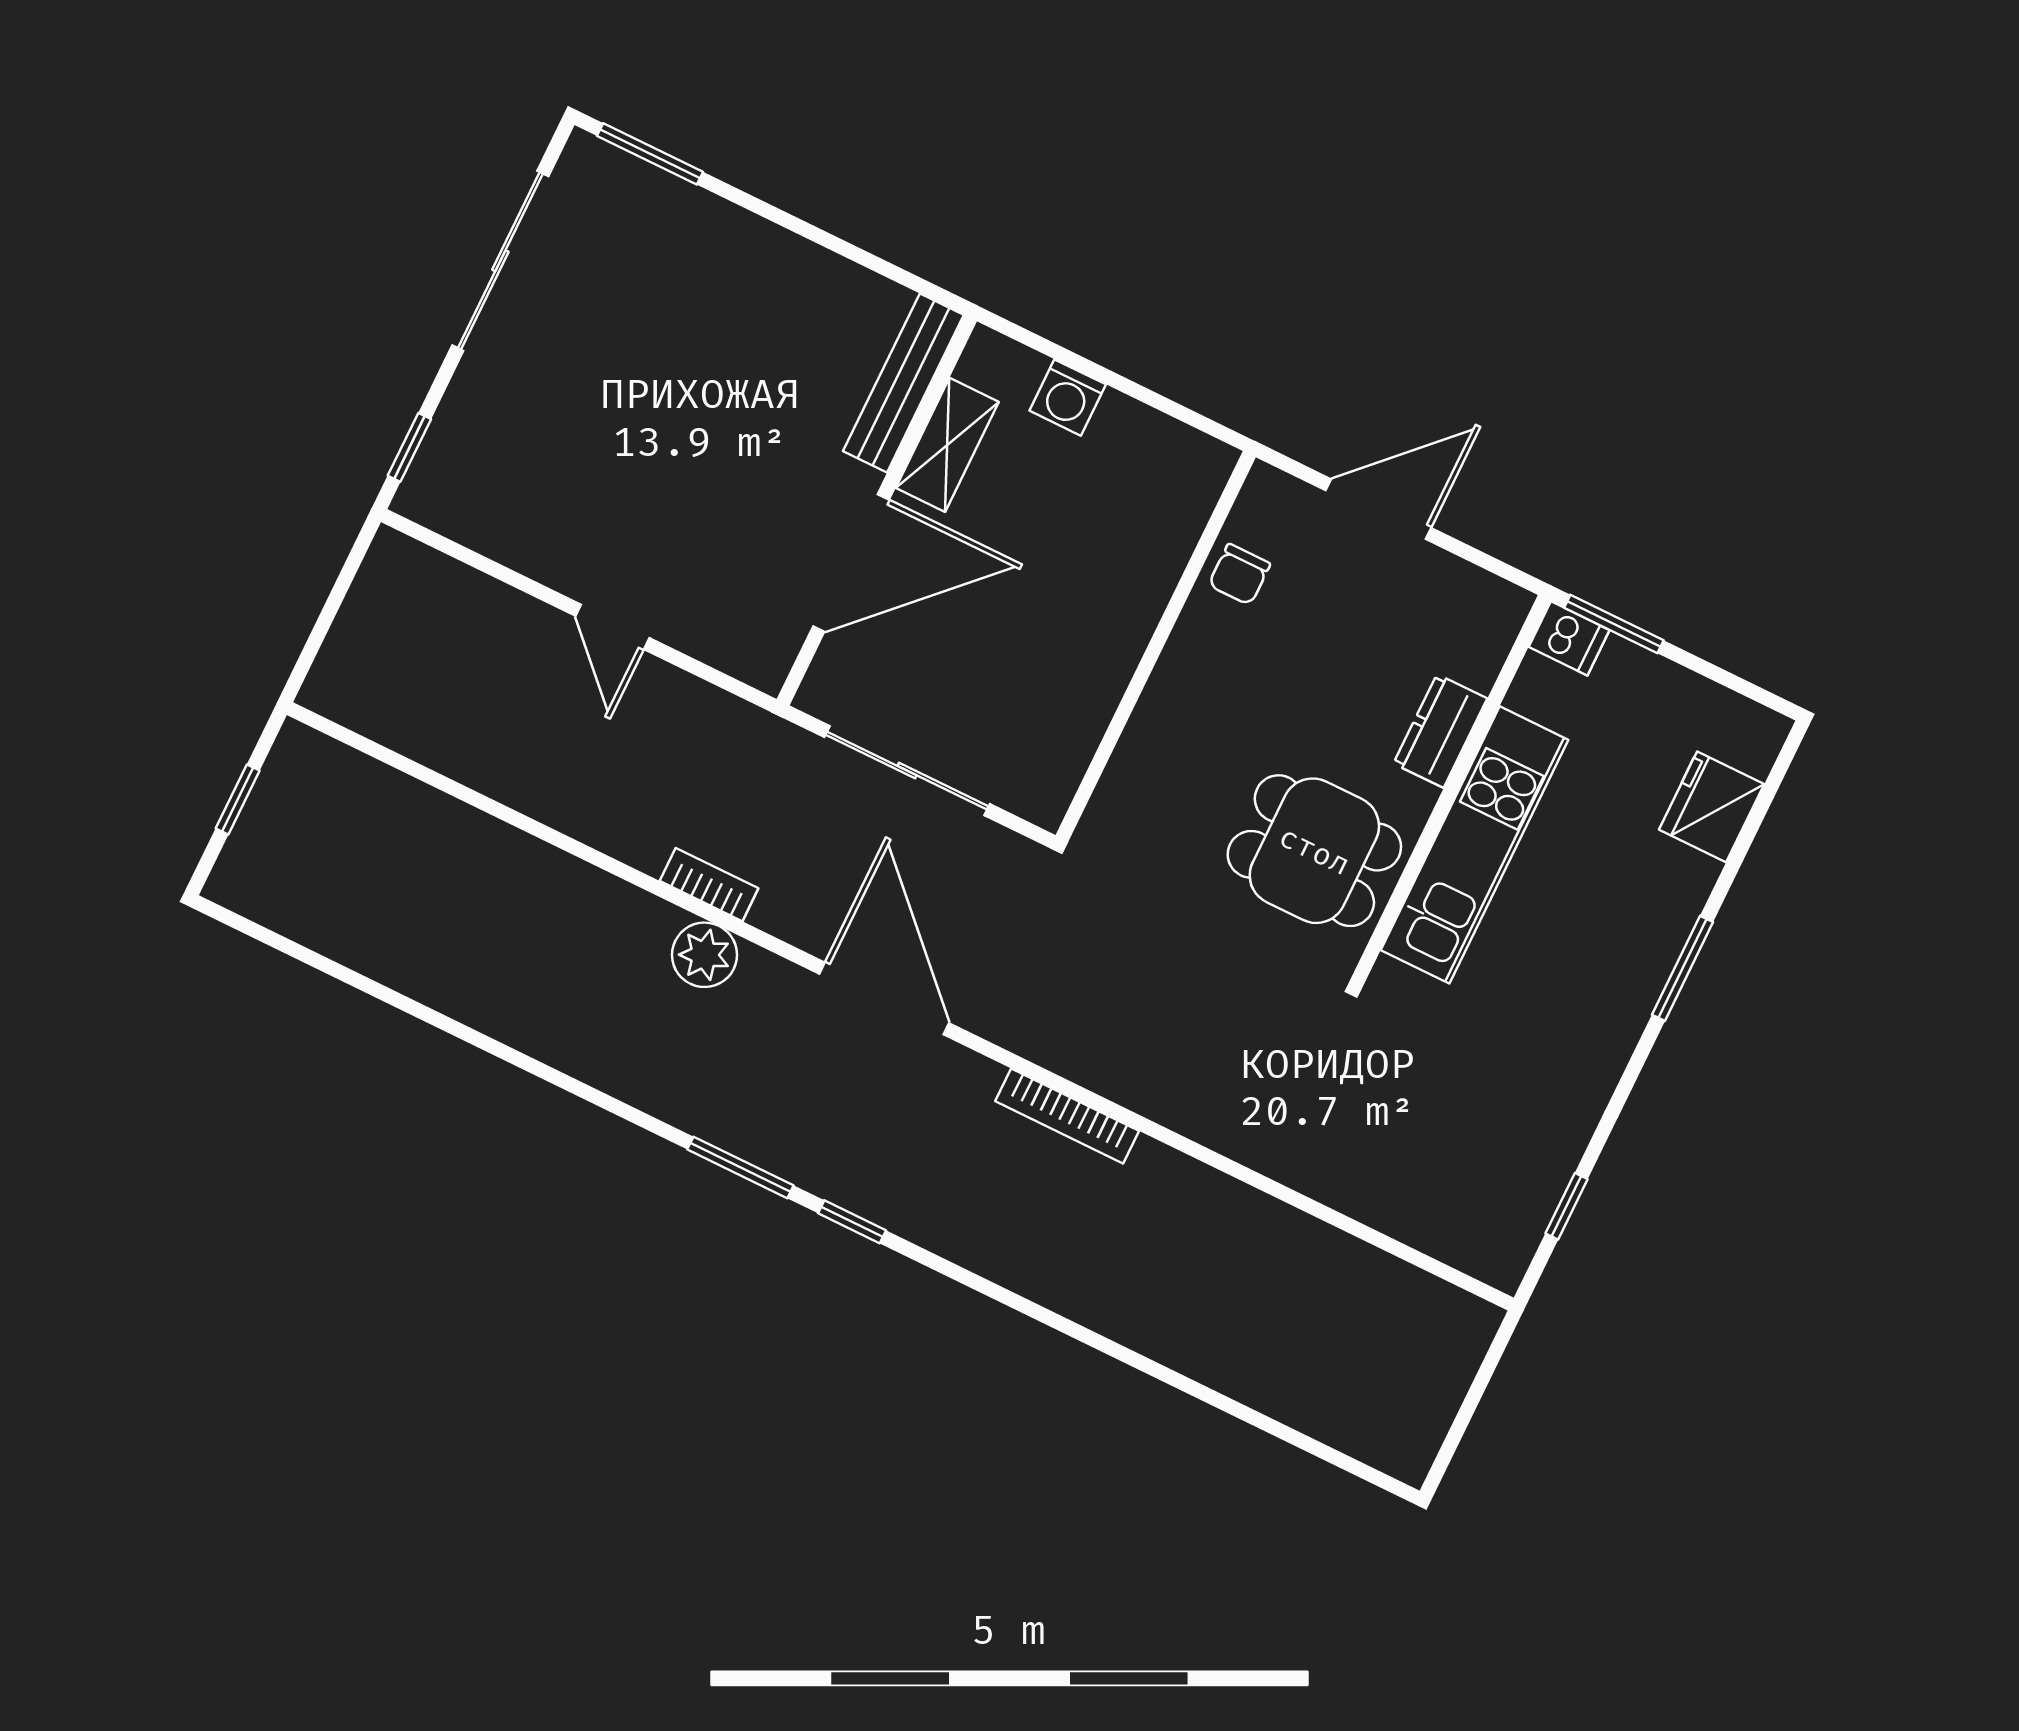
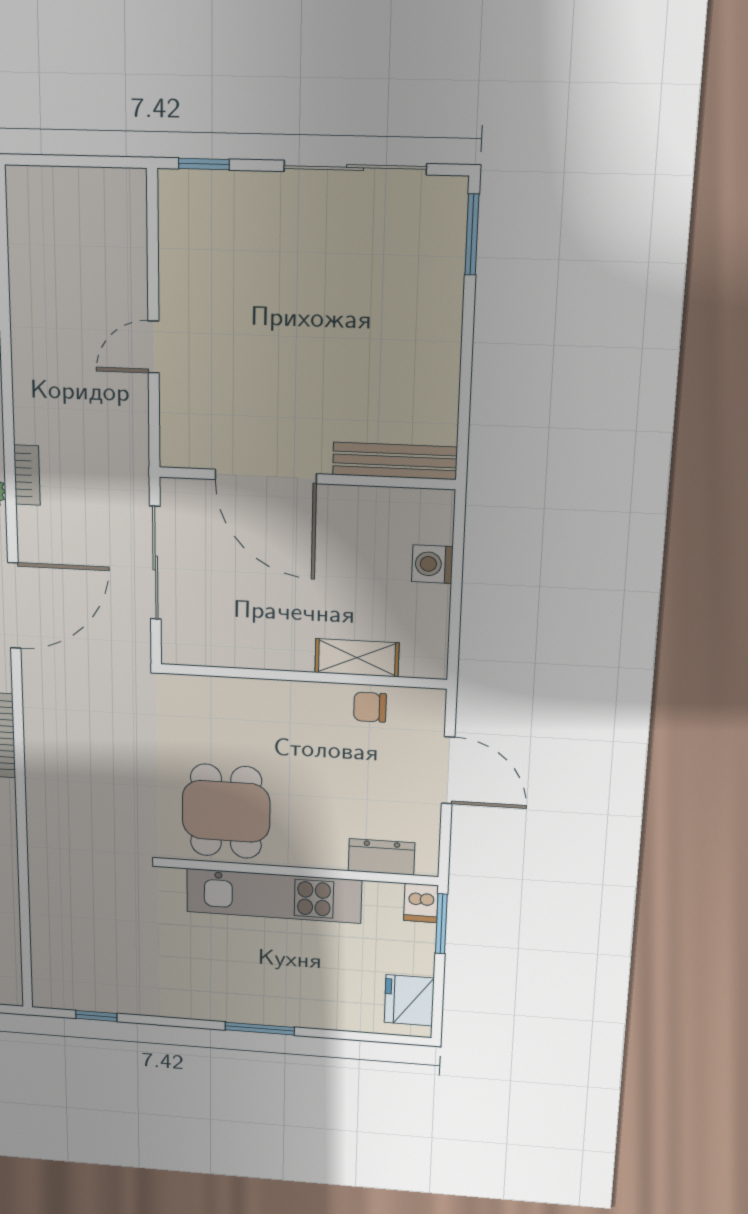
shelving: (947, 445) -> (357, 658), moved
dresser: (1440, 731) -> (381, 857), moved
fridge: (1712, 807) -> (409, 1000), moved, turned -90

